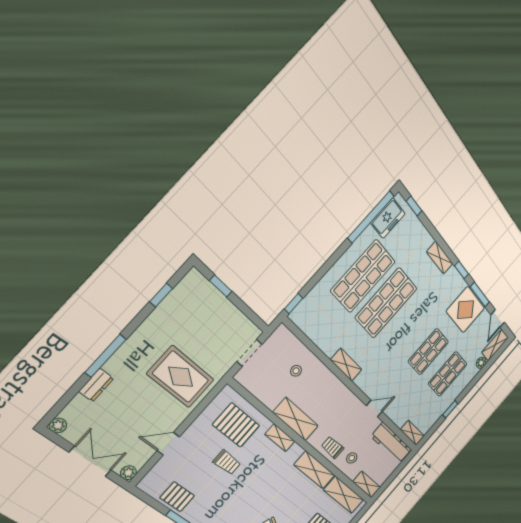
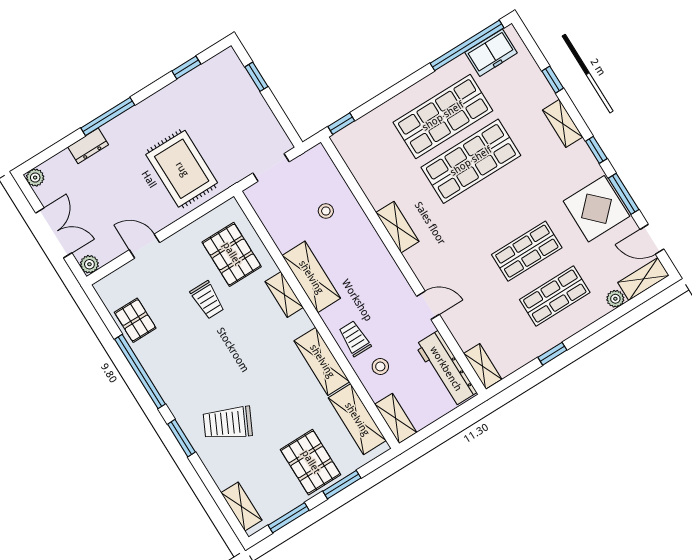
window: (414, 206) -> (553, 80), moved
door: (498, 318) -> (652, 239), hinge flipped

